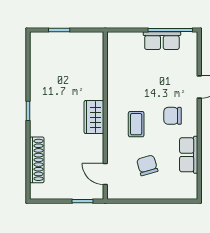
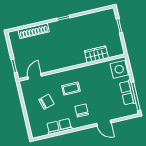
side table: (124, 45) -> (119, 69), added
wardrobe: (94, 117) -> (96, 54), moved

